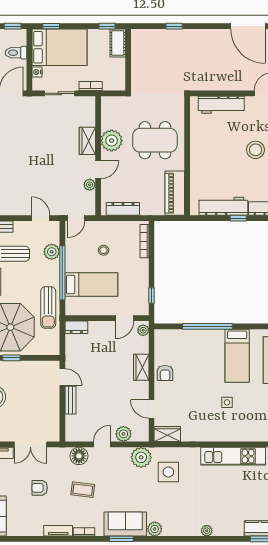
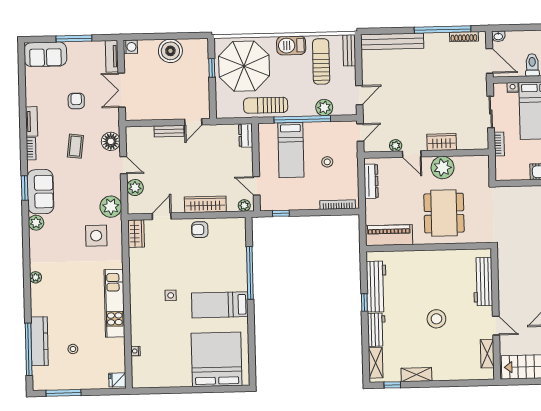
door: (76, 218) -> (360, 132), swing flipped
wardrobe: (141, 367) -> (205, 204), width x1.50

